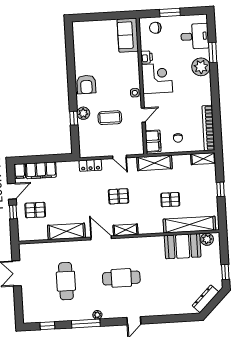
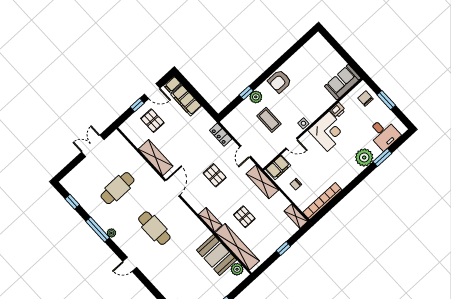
shelving: (126, 230) -> (210, 220), moved

